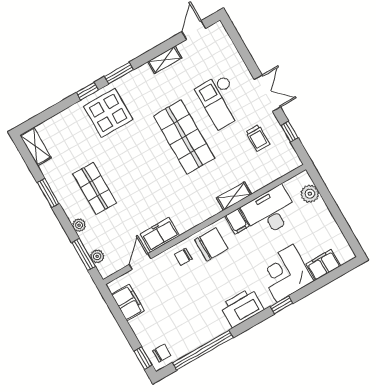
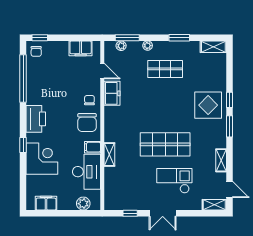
shelving: (222, 38) -> (214, 205), added
trolley: (258, 138) -> (138, 191), removed
filing cabinet: (323, 265) -> (46, 203), moved, turned -90

